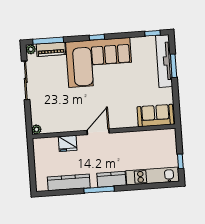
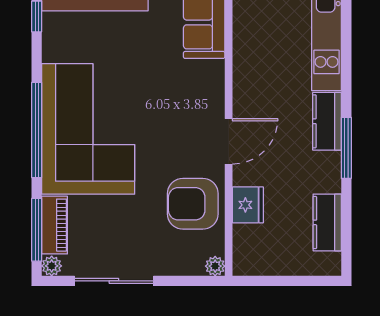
window: (97, 37) -> (37, 130), width x3.17
armchair: (66, 116) -> (193, 204), added
door: (98, 132) -> (229, 141), swing flipped
kitchen counter: (69, 182) -> (327, 222), width x0.67

